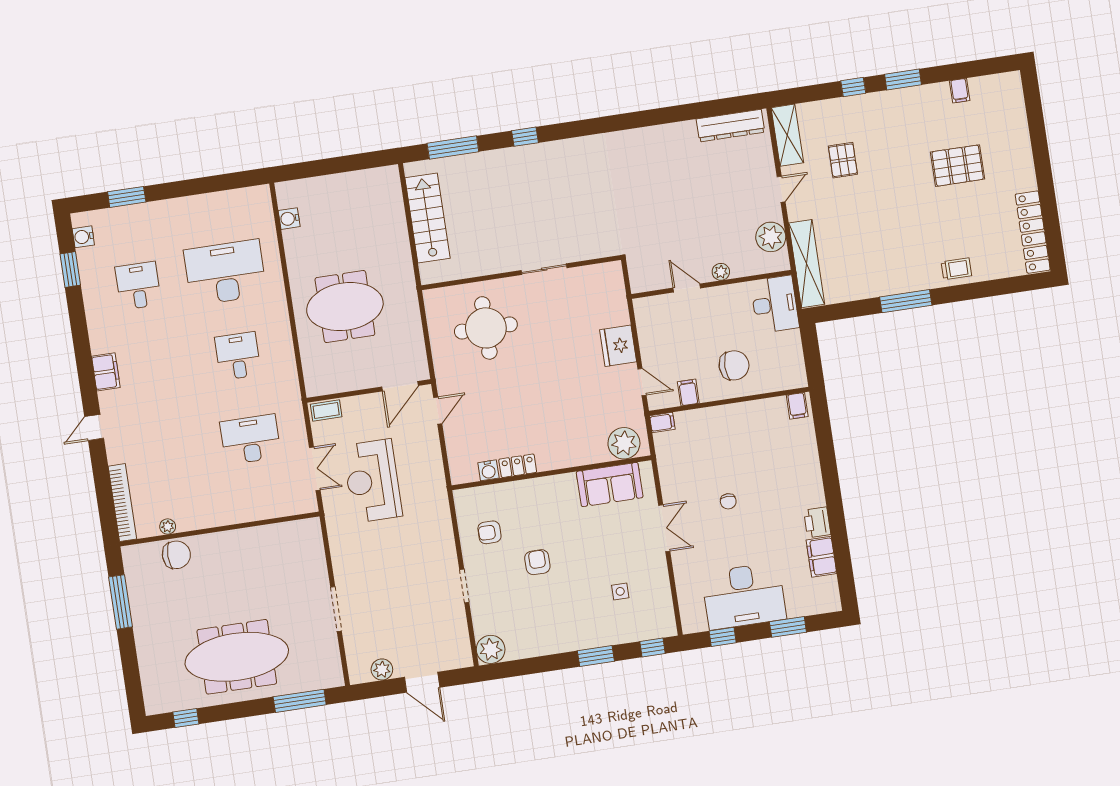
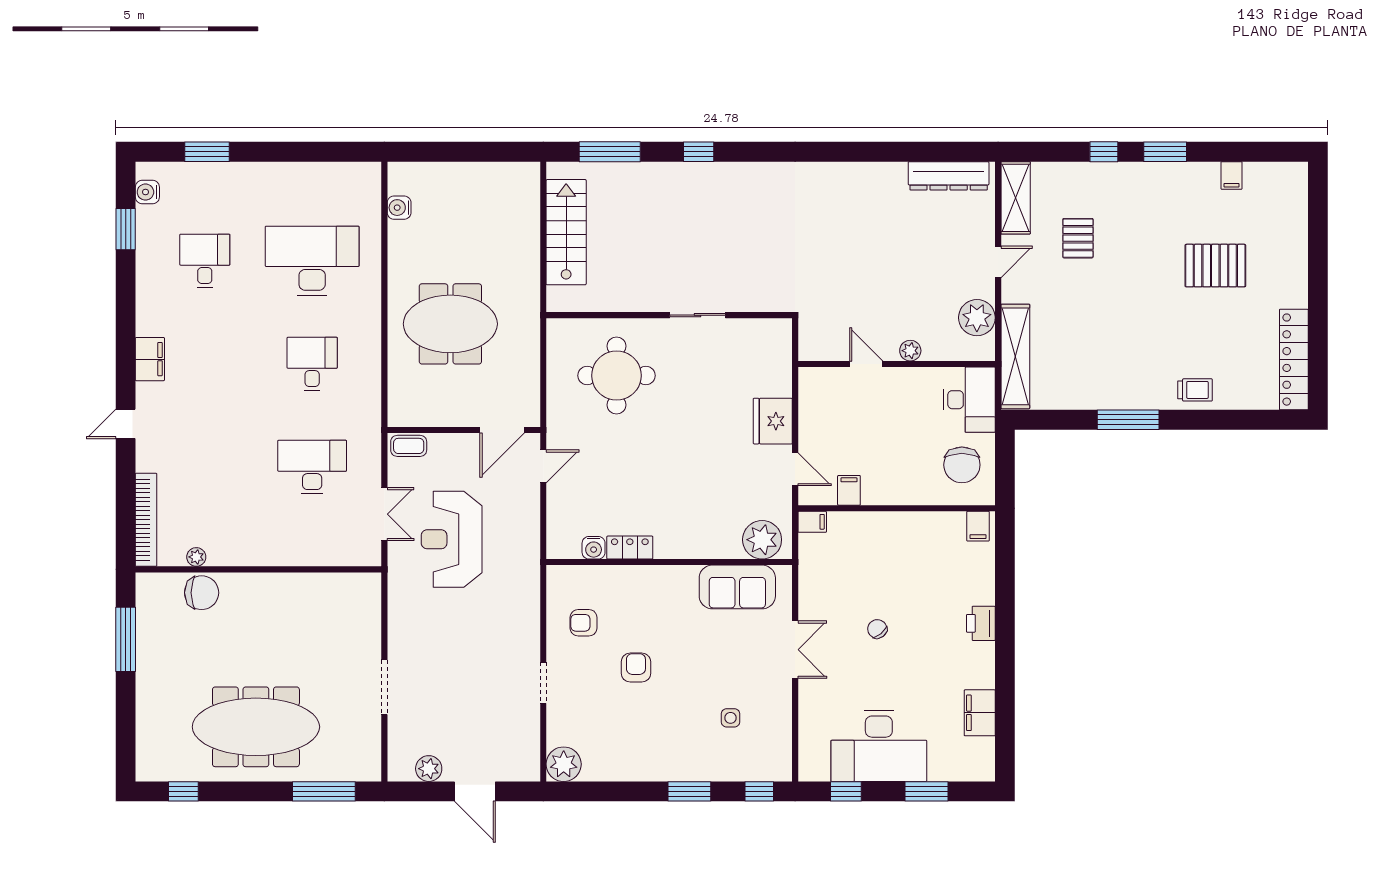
chair: (734, 365) -> (962, 465), moved, turned 90
chair: (728, 501) -> (877, 629), turned 141
printer: (817, 522) -> (981, 623), moved

